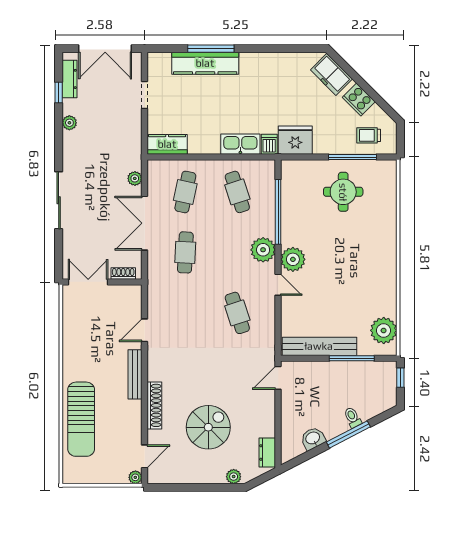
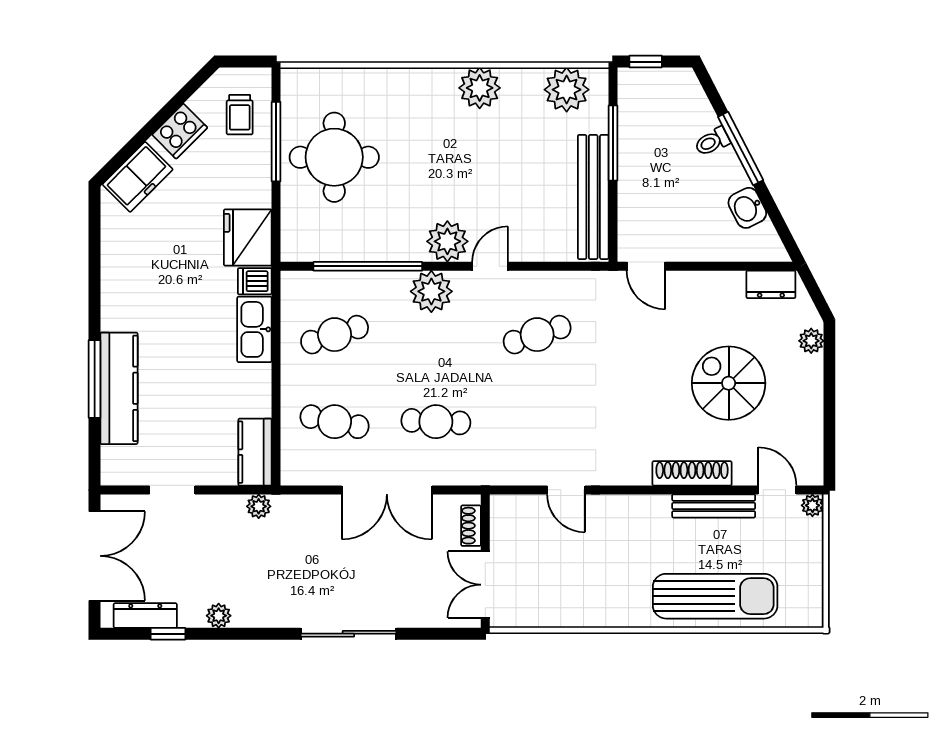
plant: (135, 178) -> (259, 506), moved
round table: (343, 192) -> (334, 157), width x1.36, depth x1.36
plant: (385, 279) -> (480, 88), added
bench: (135, 374) -> (714, 506), moved

